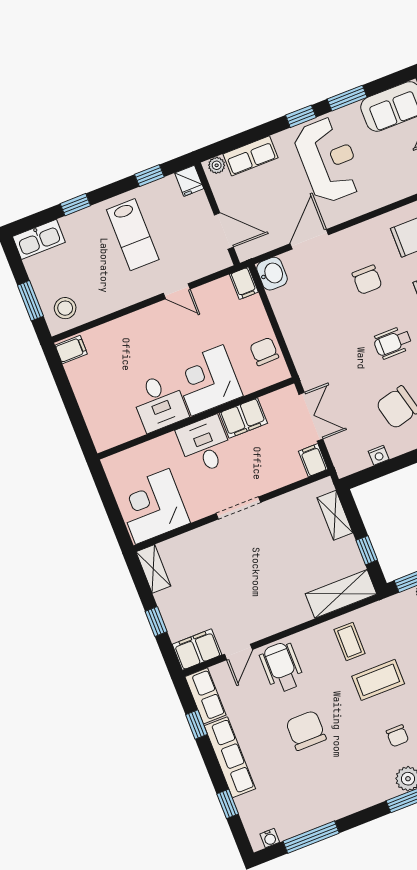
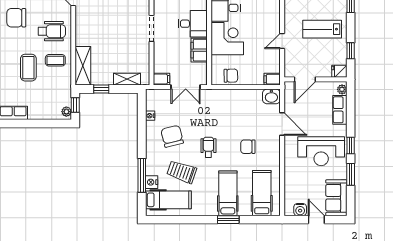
wheelchair: (282, 667) -> (52, 31), moved
chair: (306, 730) -> (16, 18), turned 180

